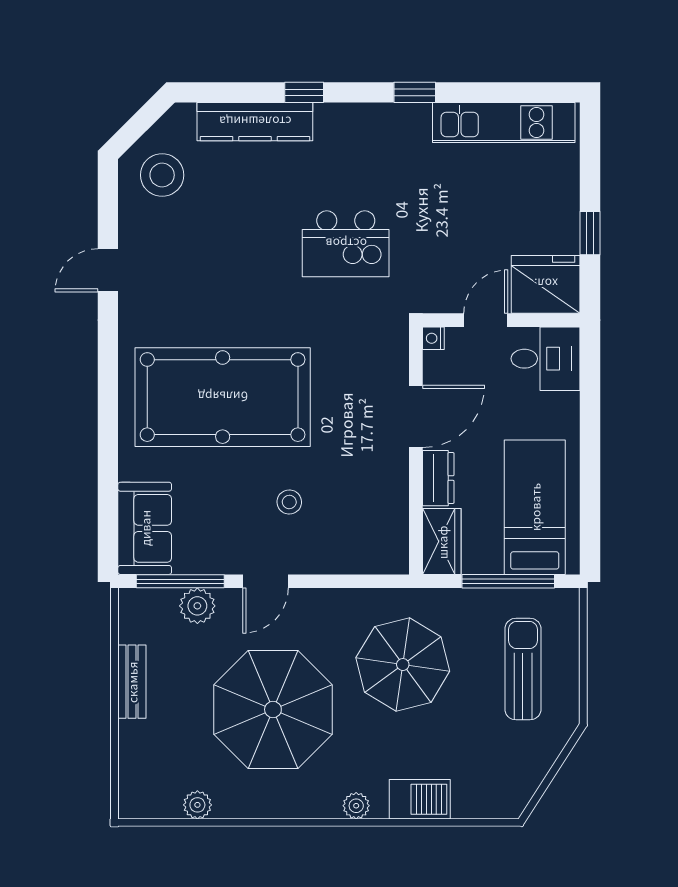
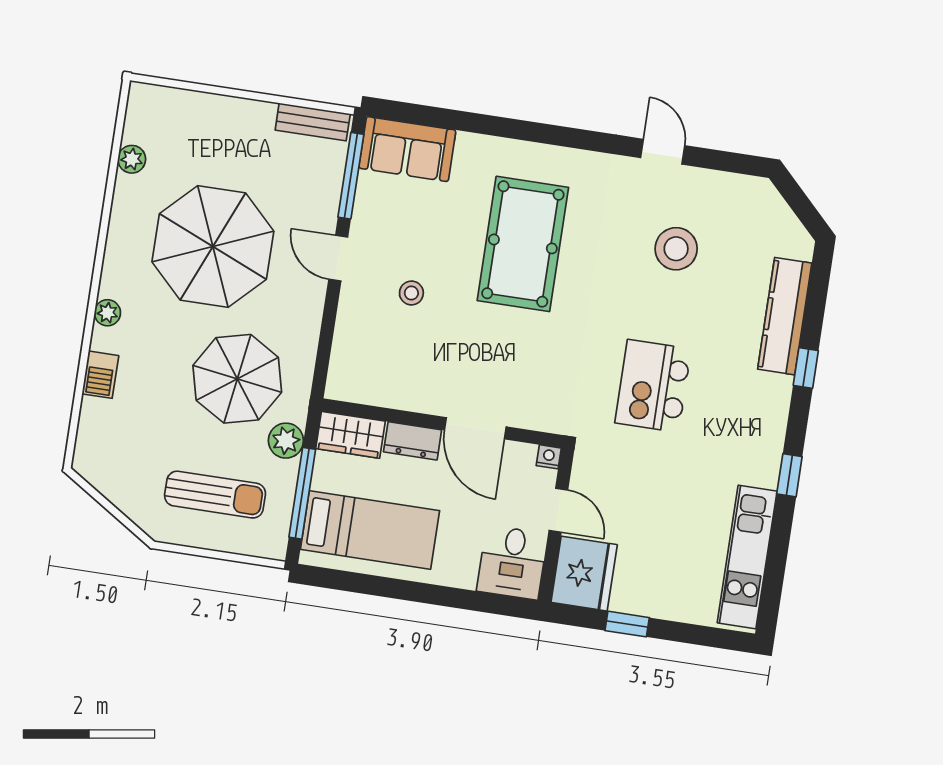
stool: (162, 175) -> (676, 249), moved
pool table: (223, 397) -> (523, 244), width x0.73, depth x0.76
plant: (197, 606) -> (286, 441), moved
bench: (132, 682) -> (313, 122), moved
barbecue: (420, 799) -> (100, 375), width x0.73, depth x0.79

